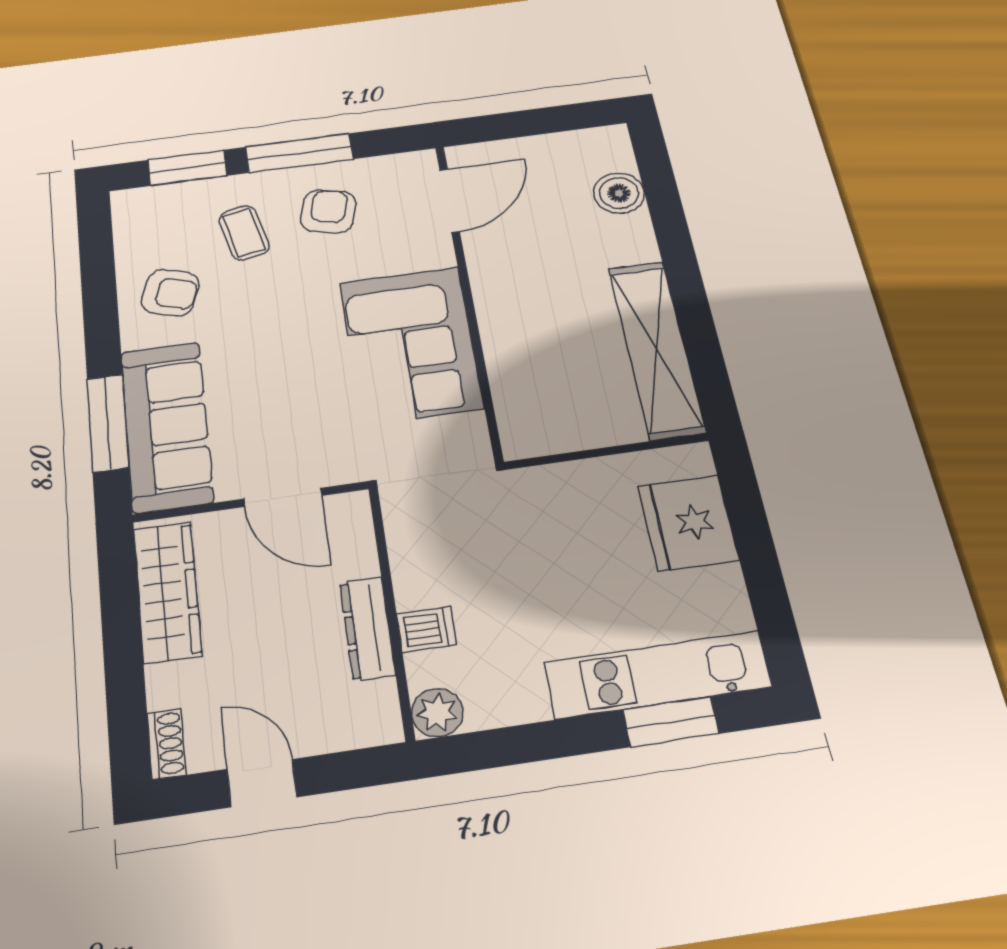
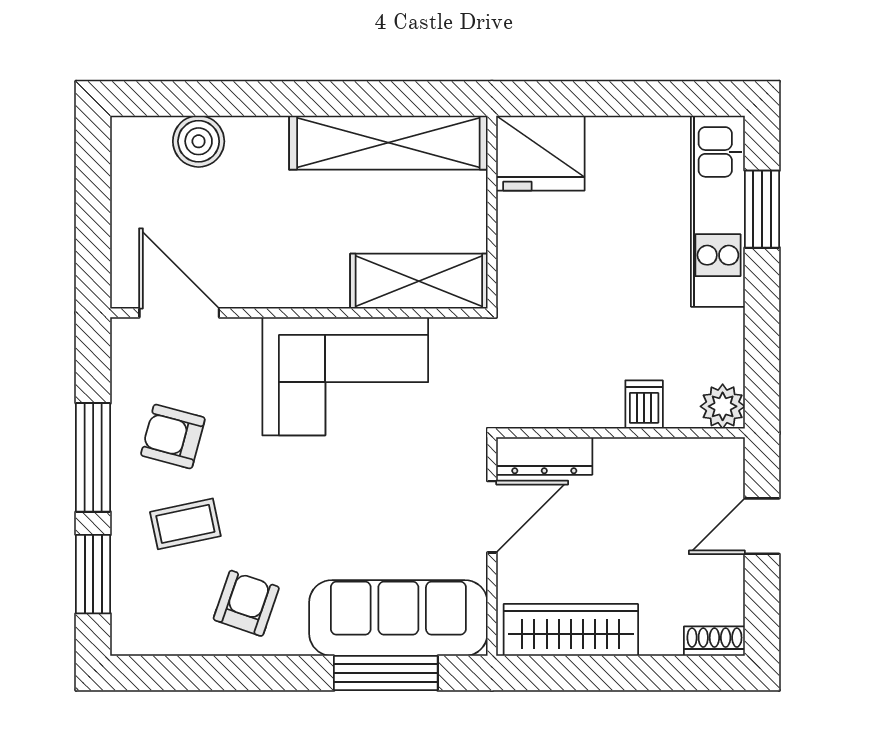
shelving: (520, 395) -> (419, 281), added
fridge: (688, 523) -> (540, 153), moved
dresser: (367, 628) -> (544, 456), moved
door: (262, 783) -> (762, 526), moved

